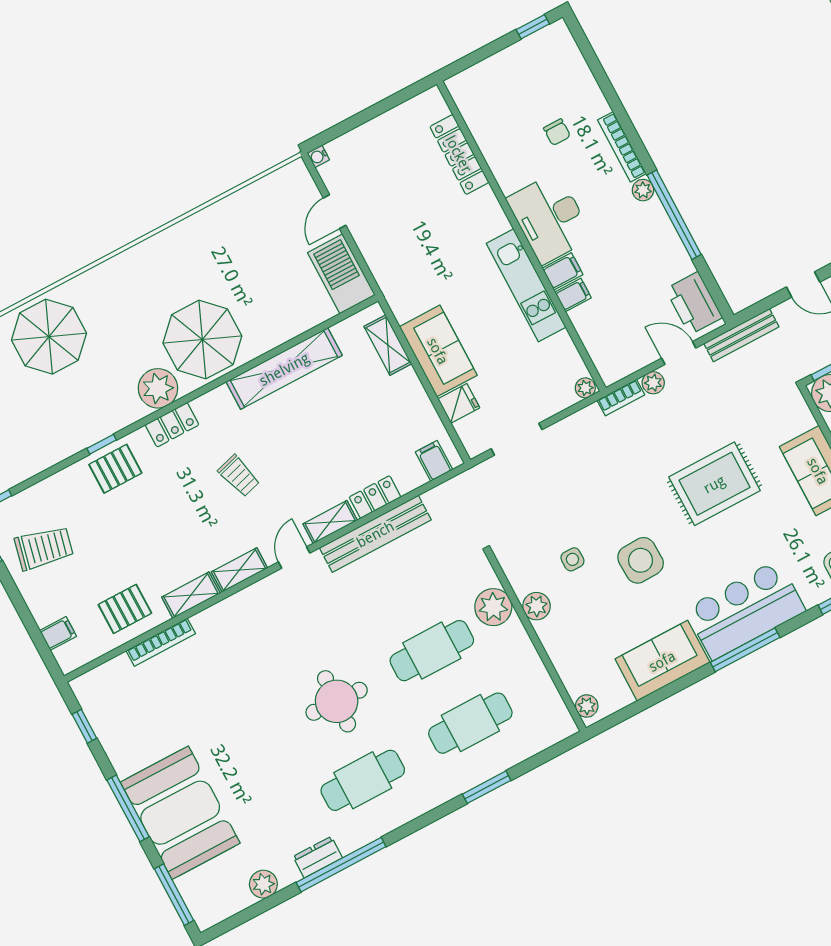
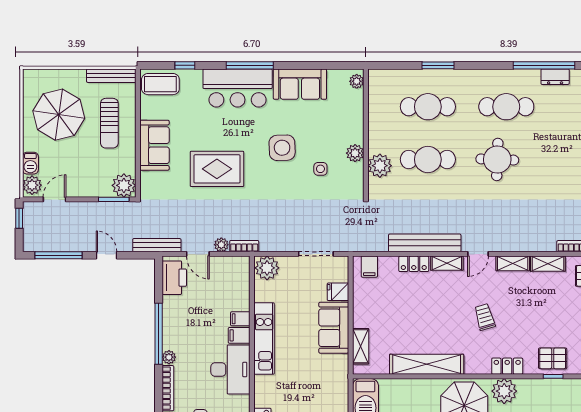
plant: (585, 388) -> (267, 268), width x1.88, depth x1.88

